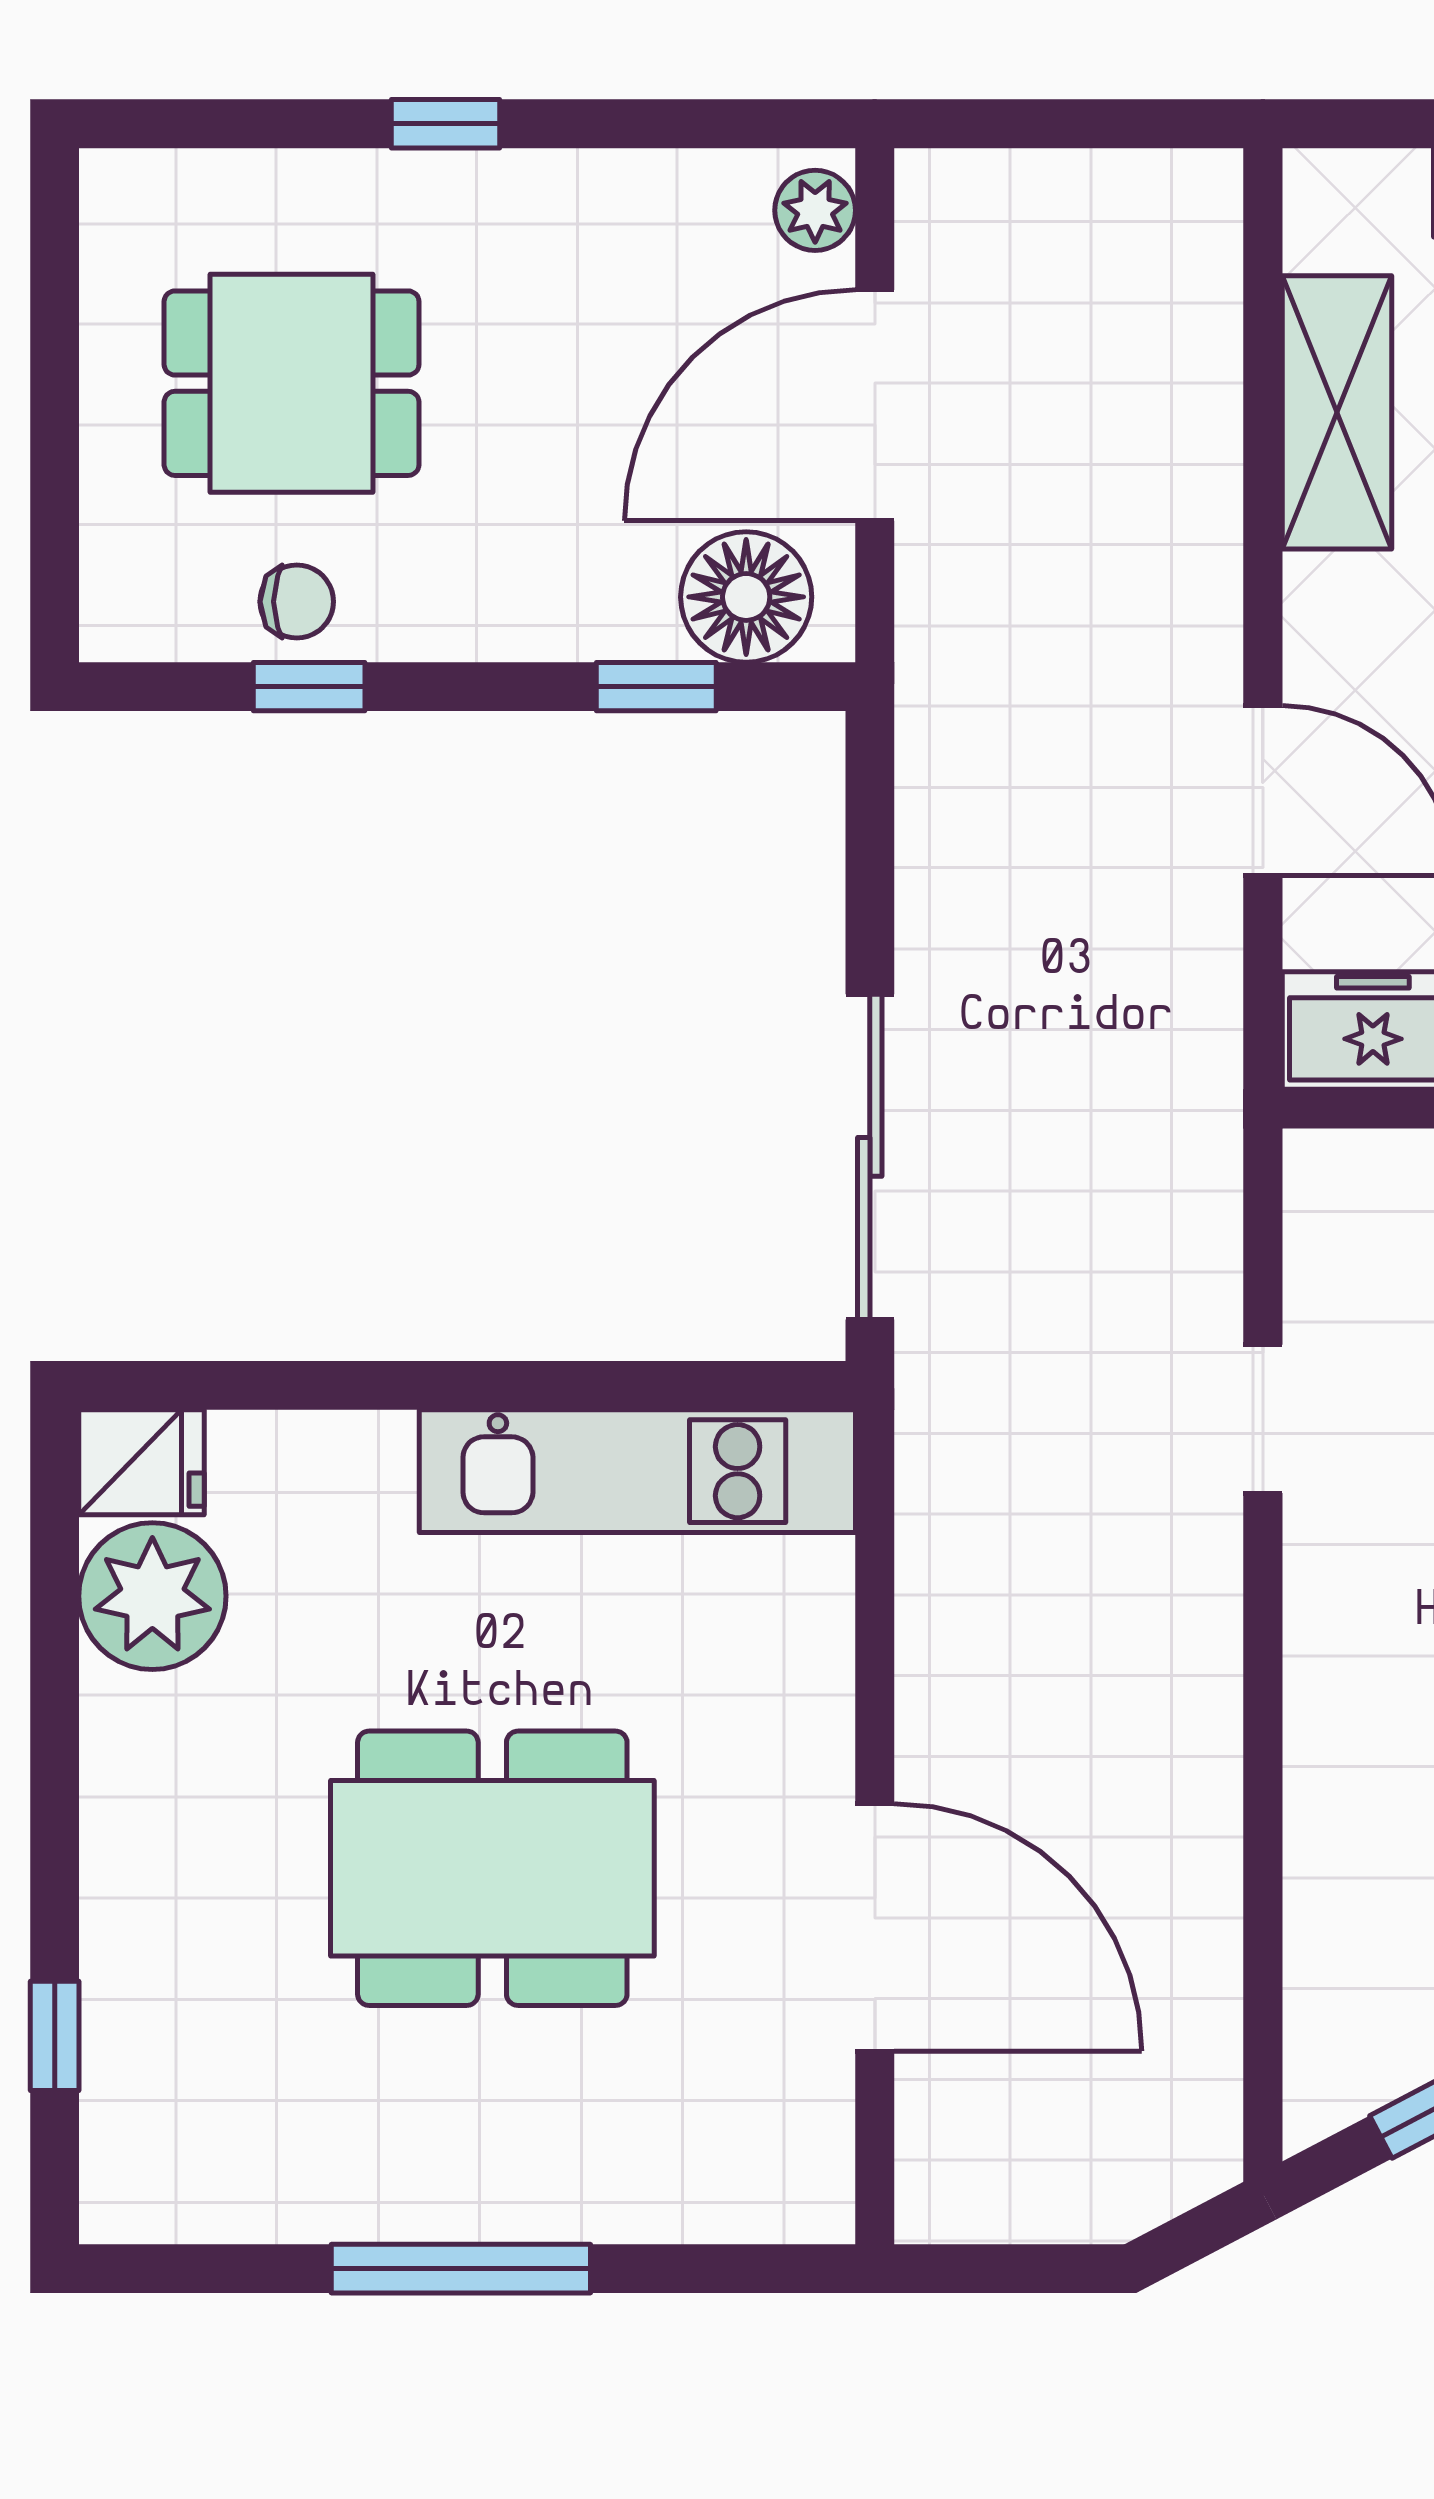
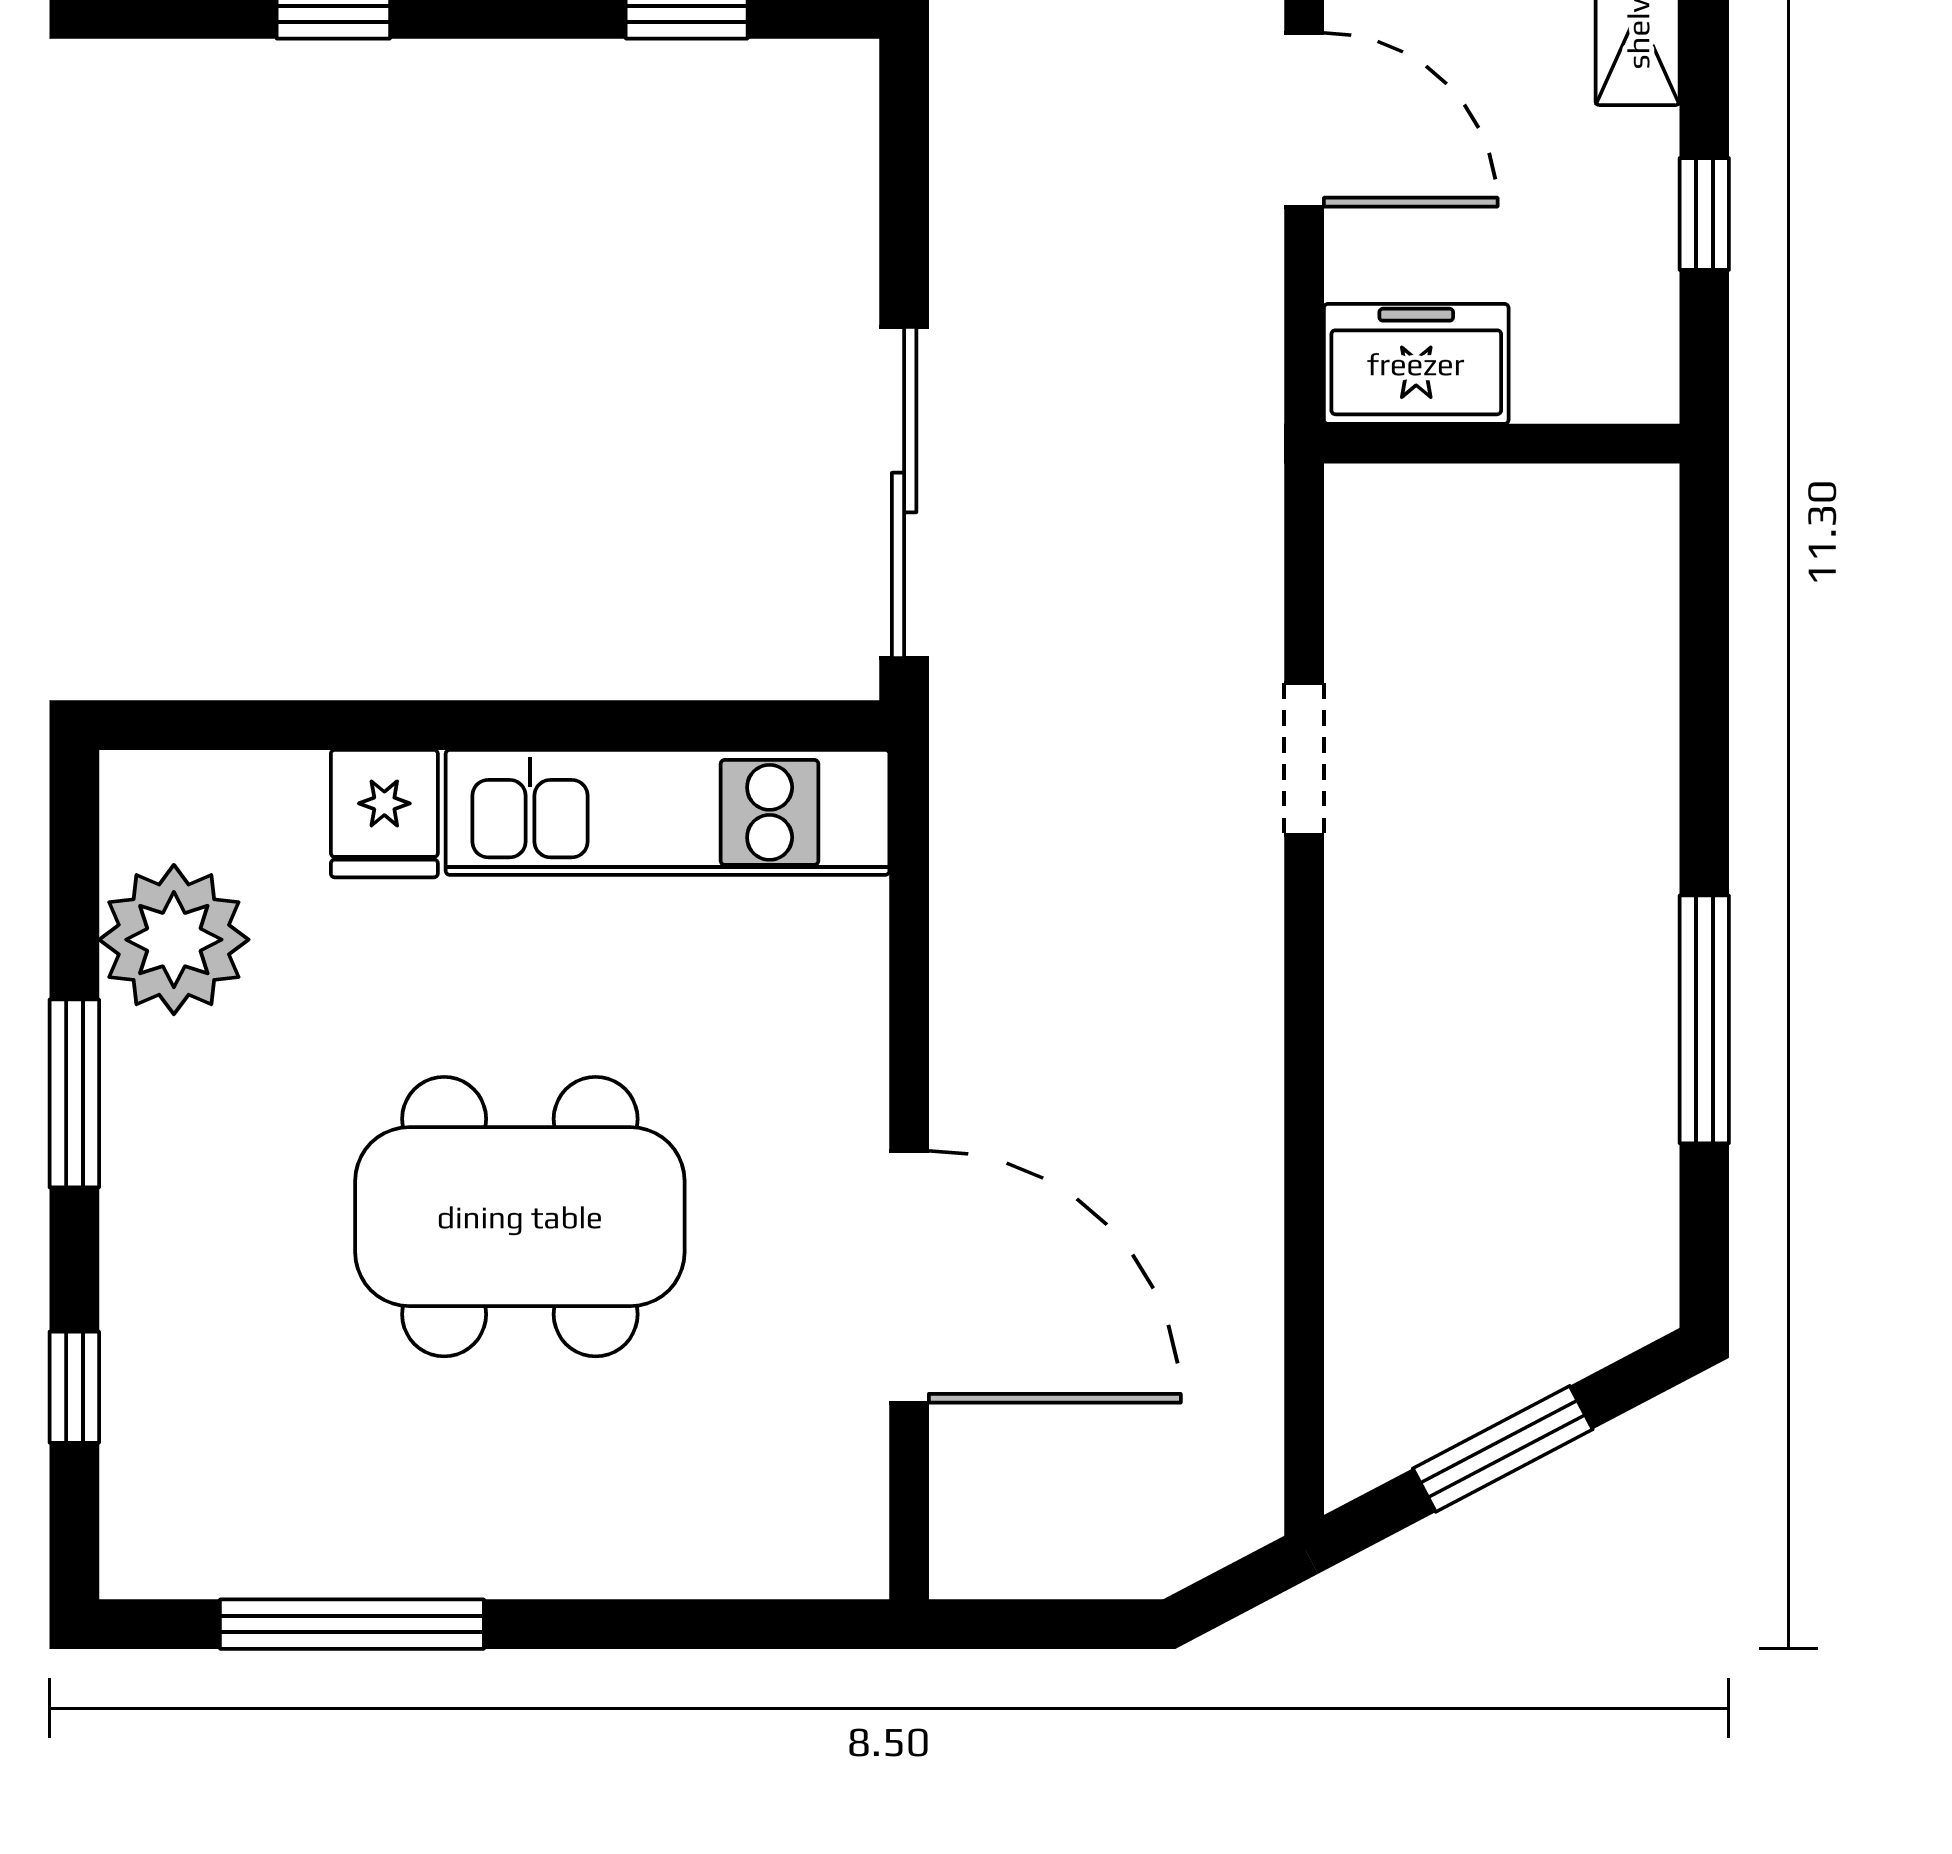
fridge: (142, 1462) -> (384, 814), moved, turned 90
window: (55, 1747) -> (74, 1093), added
window: (461, 2269) -> (352, 1624), moved

